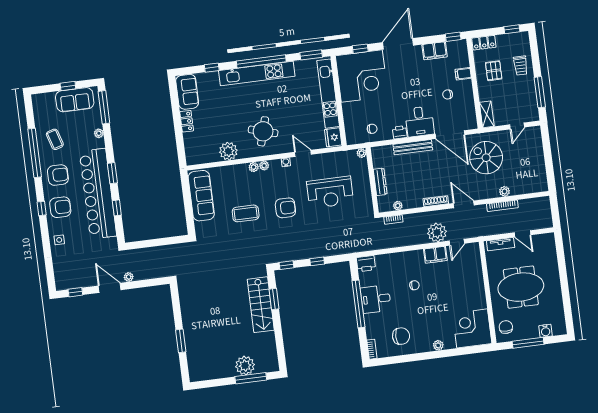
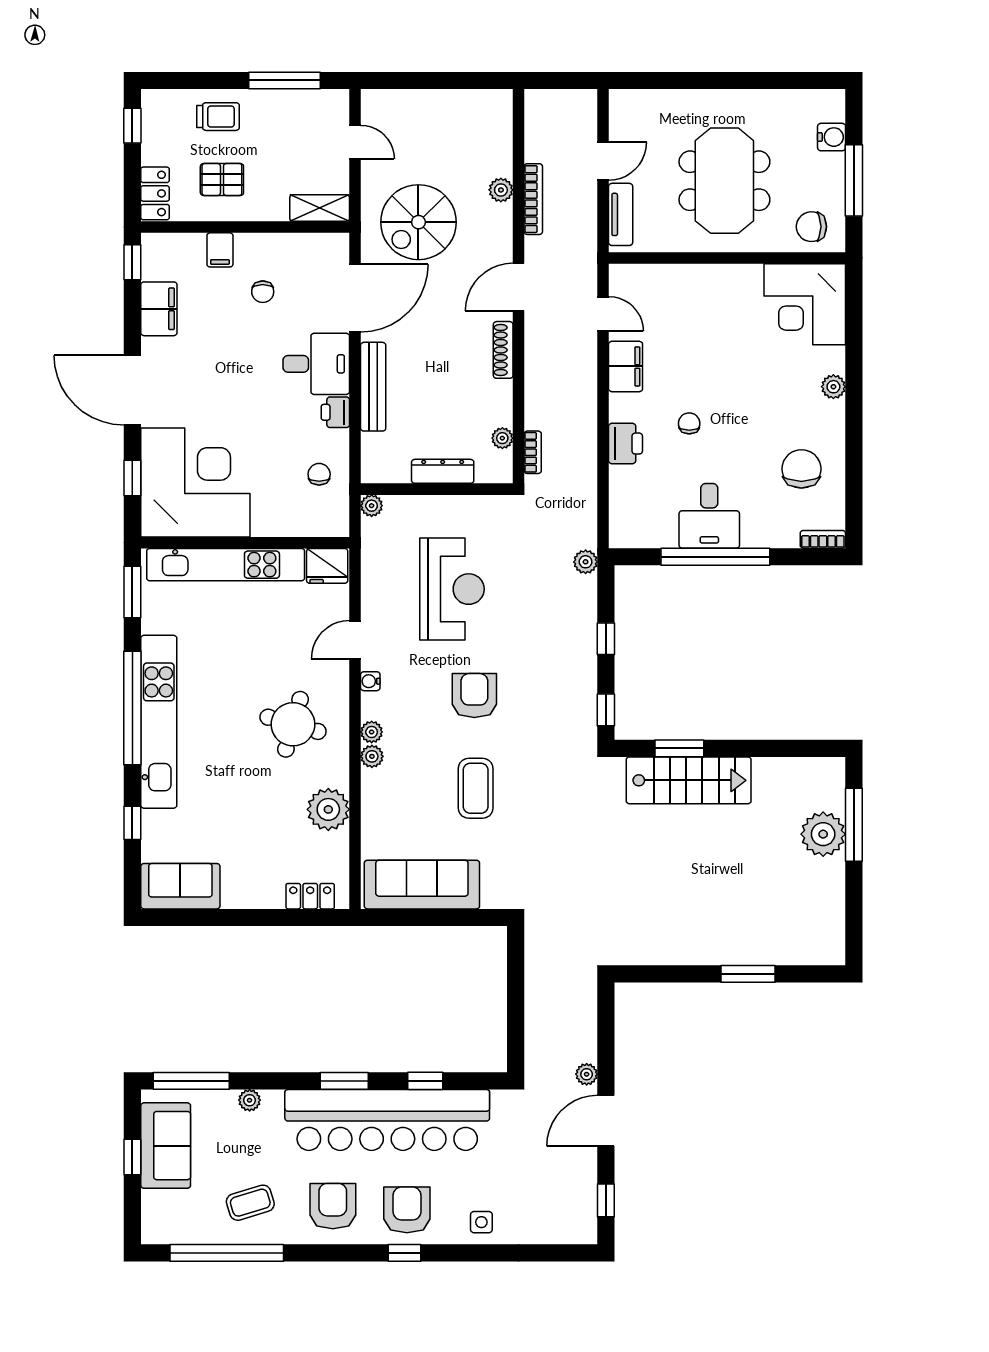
locker: (187, 121) -> (310, 896), moved
window: (35, 153) -> (227, 1253), moved
plant: (437, 232) -> (586, 562), moved, width x0.53, depth x0.53
printer: (366, 264) -> (625, 444), moved

